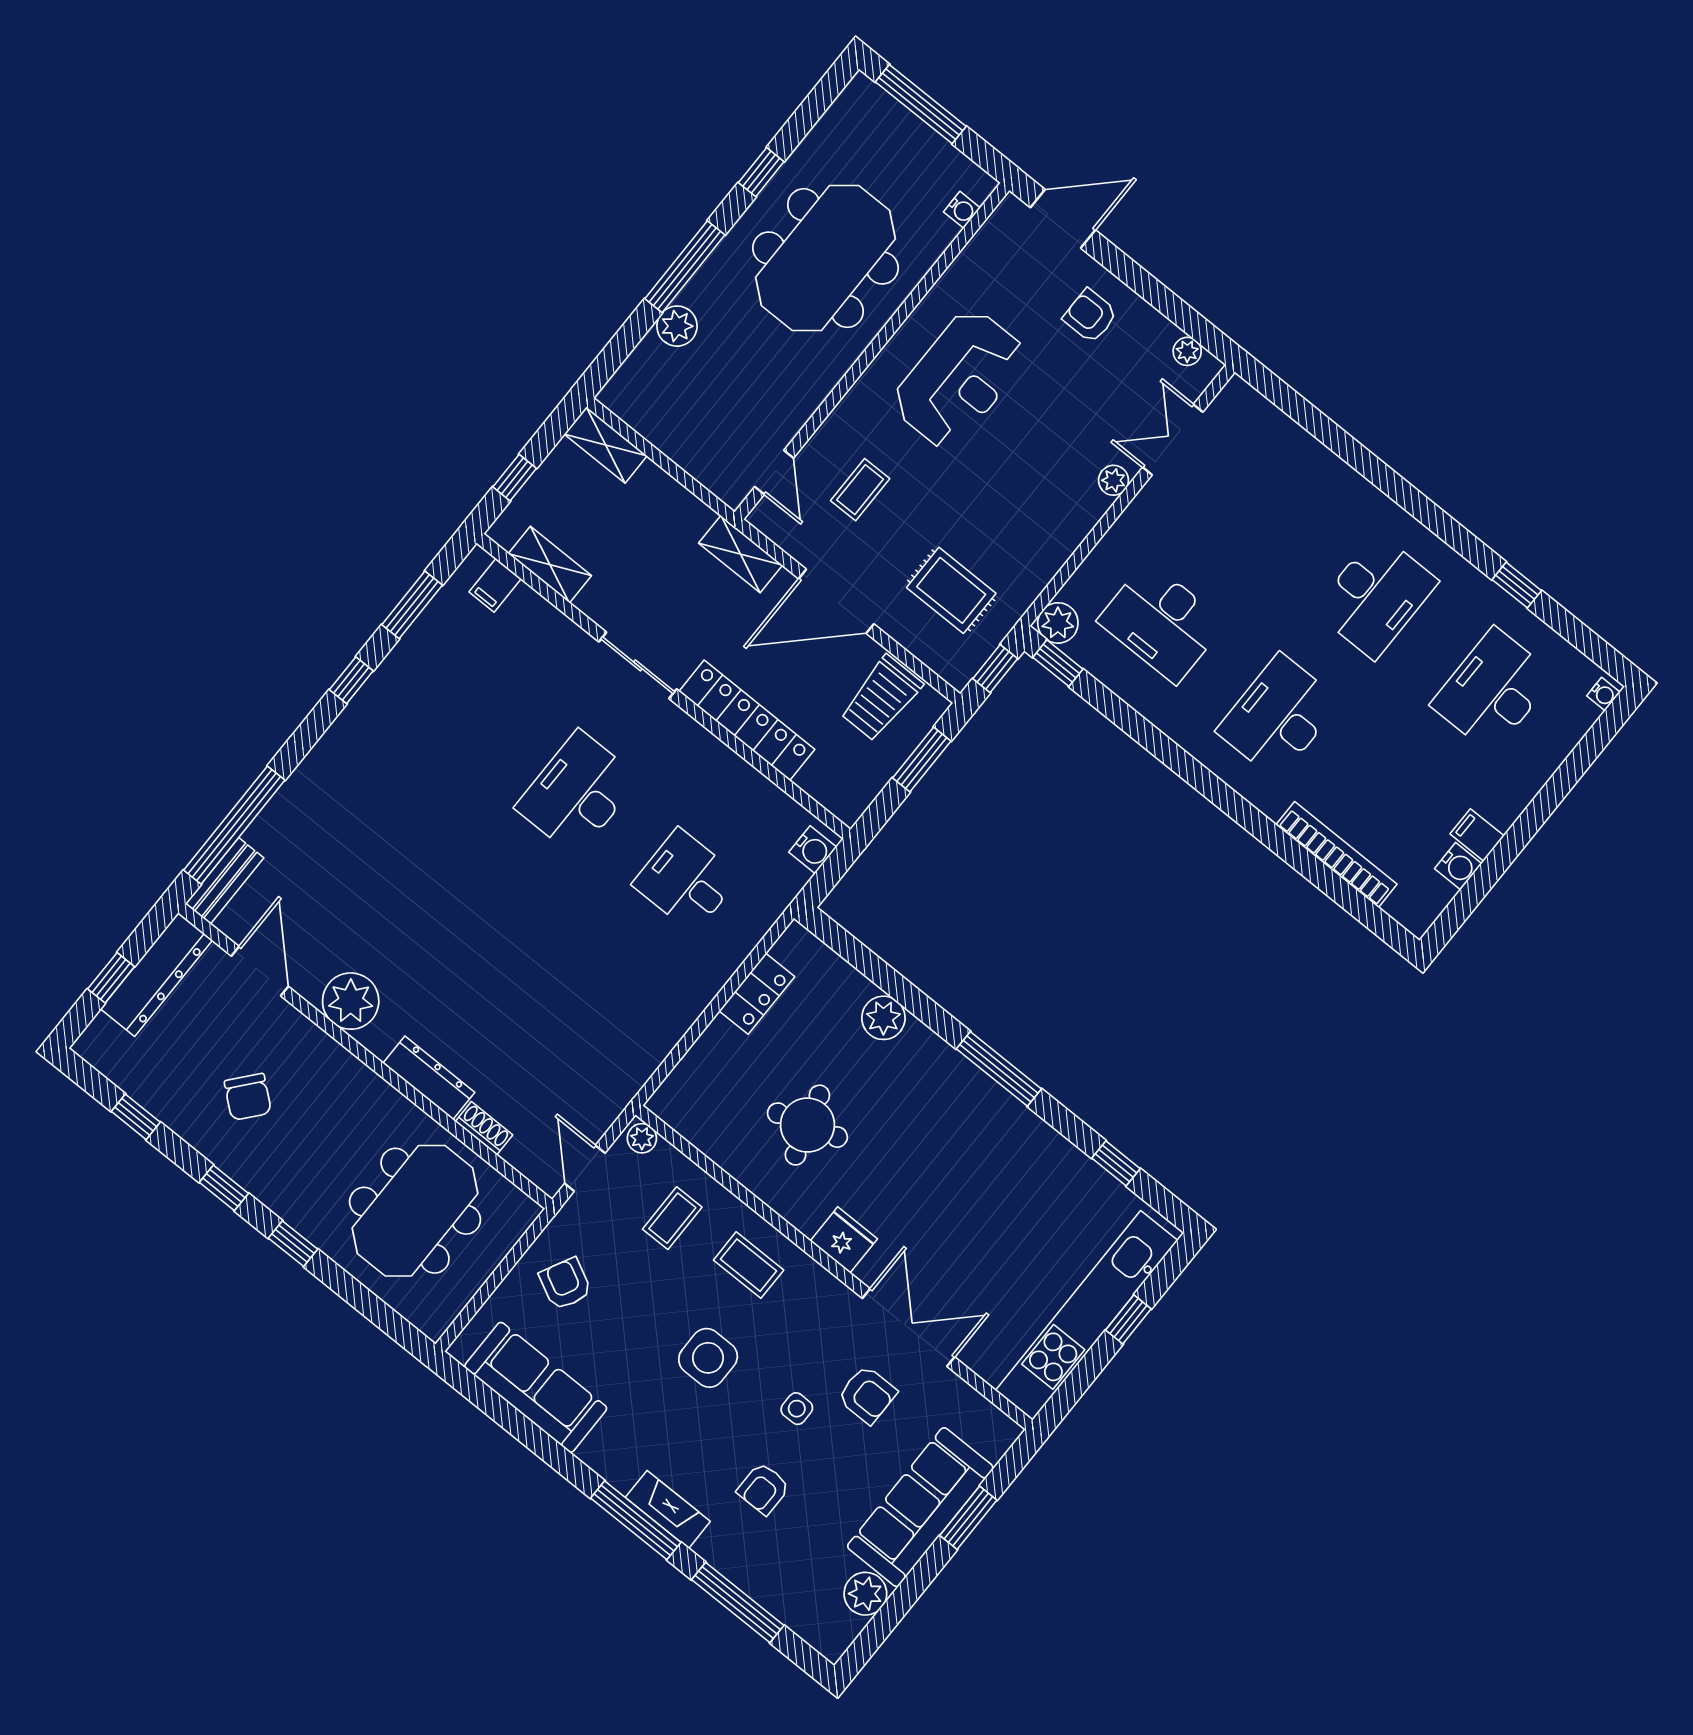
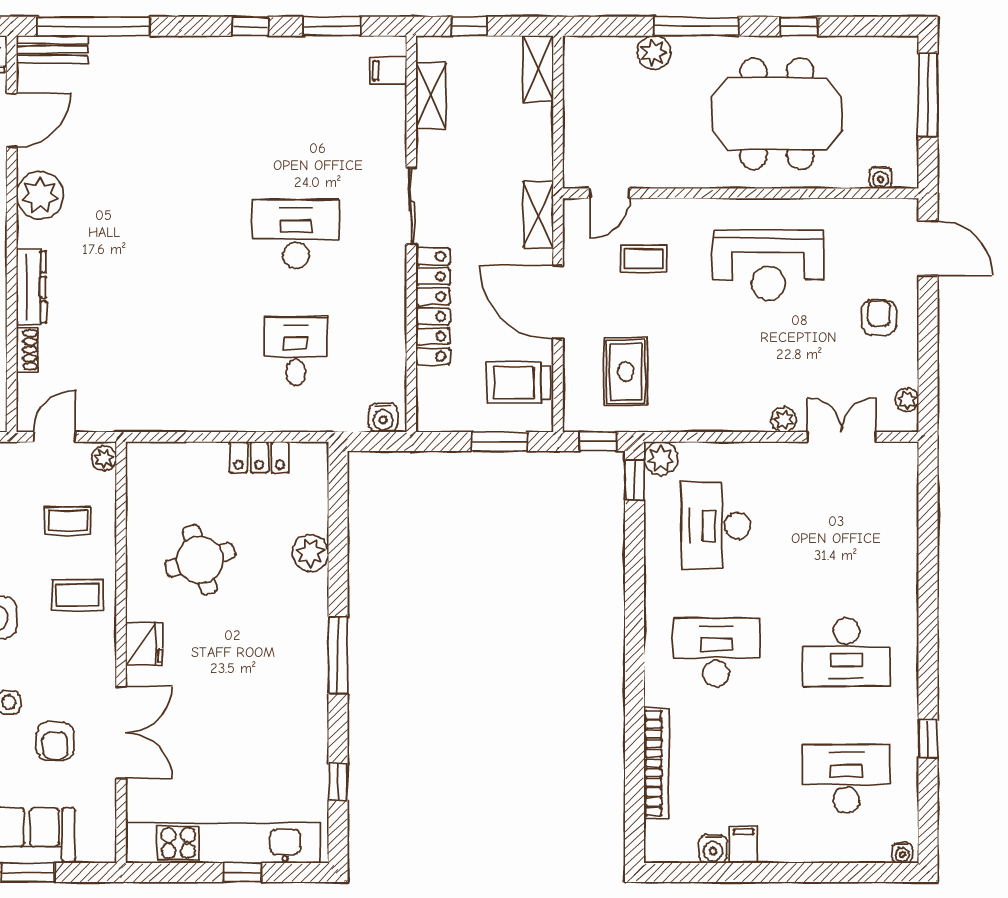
coffee table: (749, 1265) -> (77, 595), turned 90

